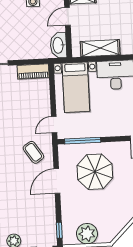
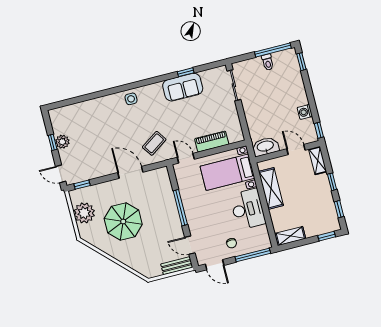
piano: (33, 71) -> (212, 142), moved, turned 90
window: (83, 141) -> (180, 208), moved
parasol: (95, 172) -> (123, 221), moved

